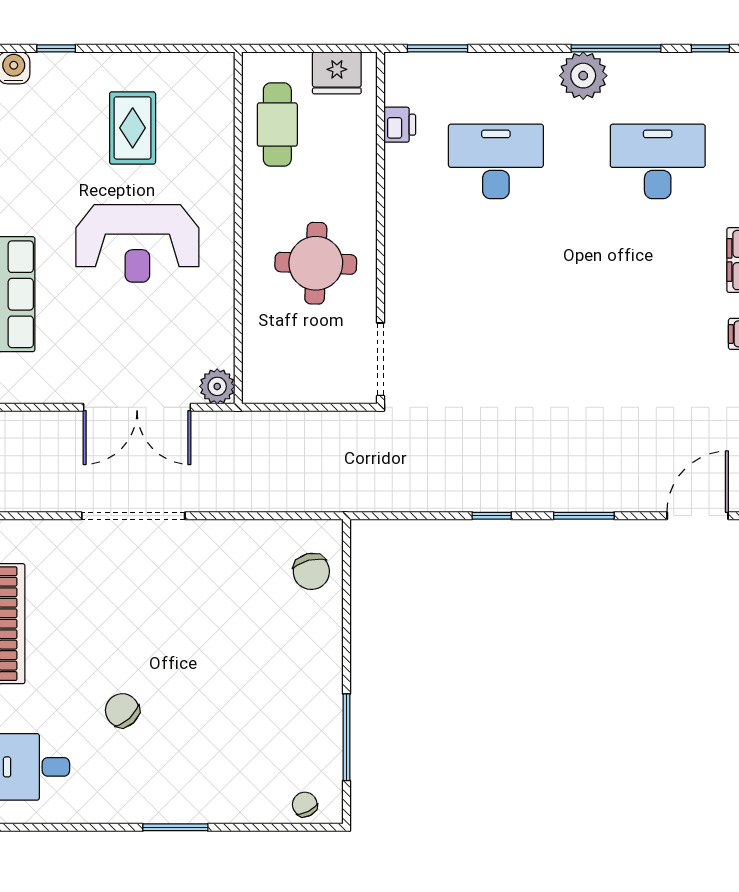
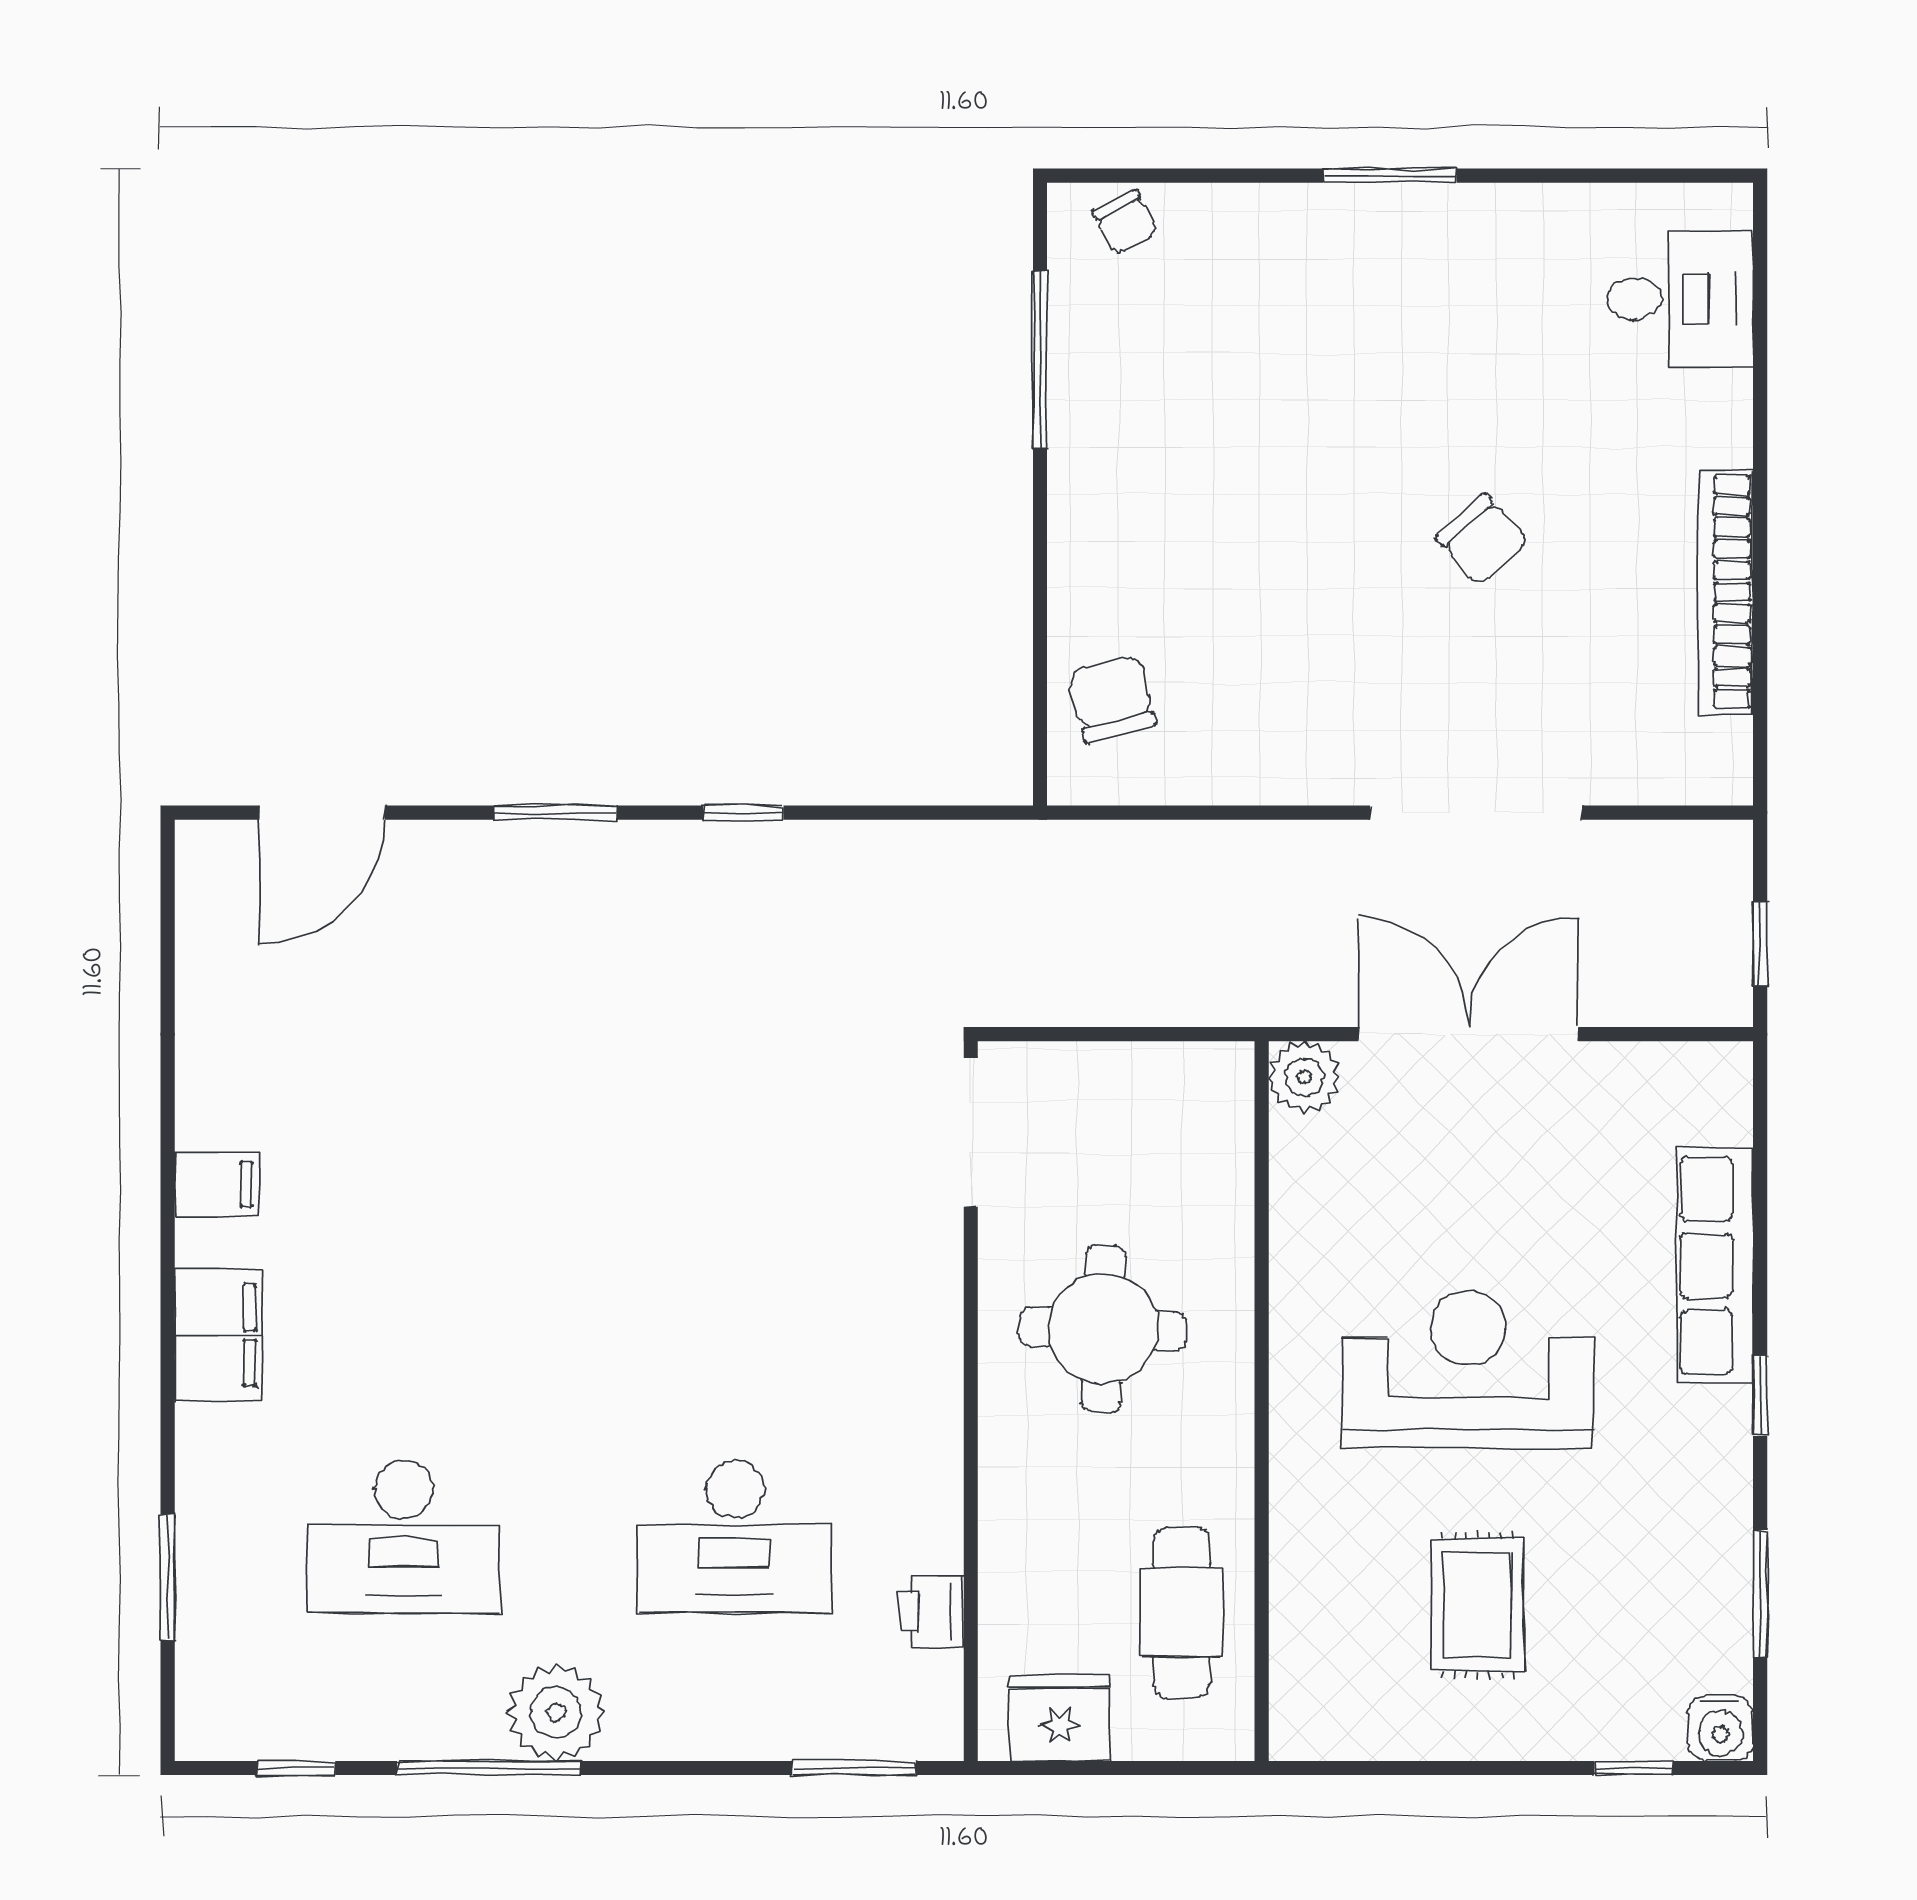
chair: (122, 710) -> (1482, 540), moved

